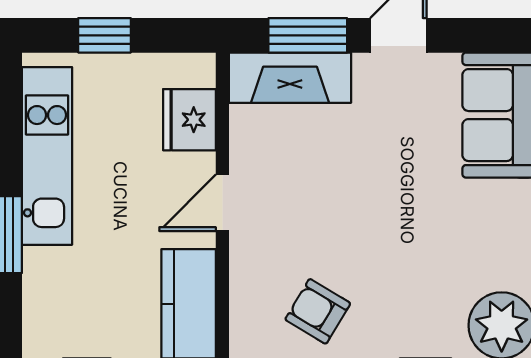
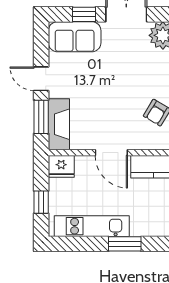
fridge: (189, 120) -> (61, 166), moved
door: (222, 203) -> (111, 153), width x1.38

